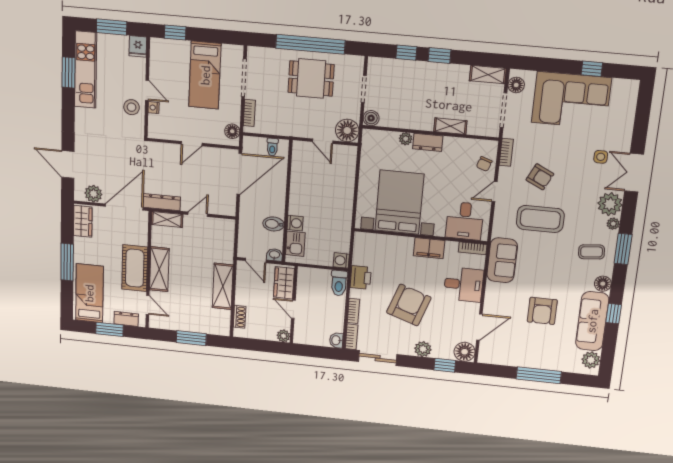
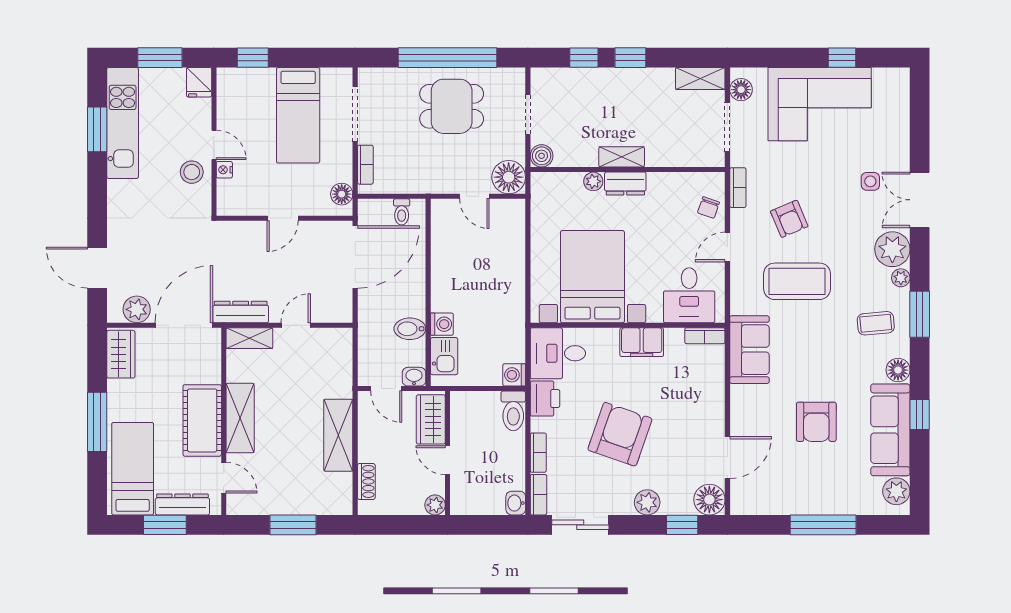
shelving: (450, 126) -> (622, 157), moved
armchair: (540, 177) -> (789, 219), turned 41
desk: (464, 284) -> (558, 353), moved, turned 180
dresser: (126, 319) -> (182, 504), width x1.44

